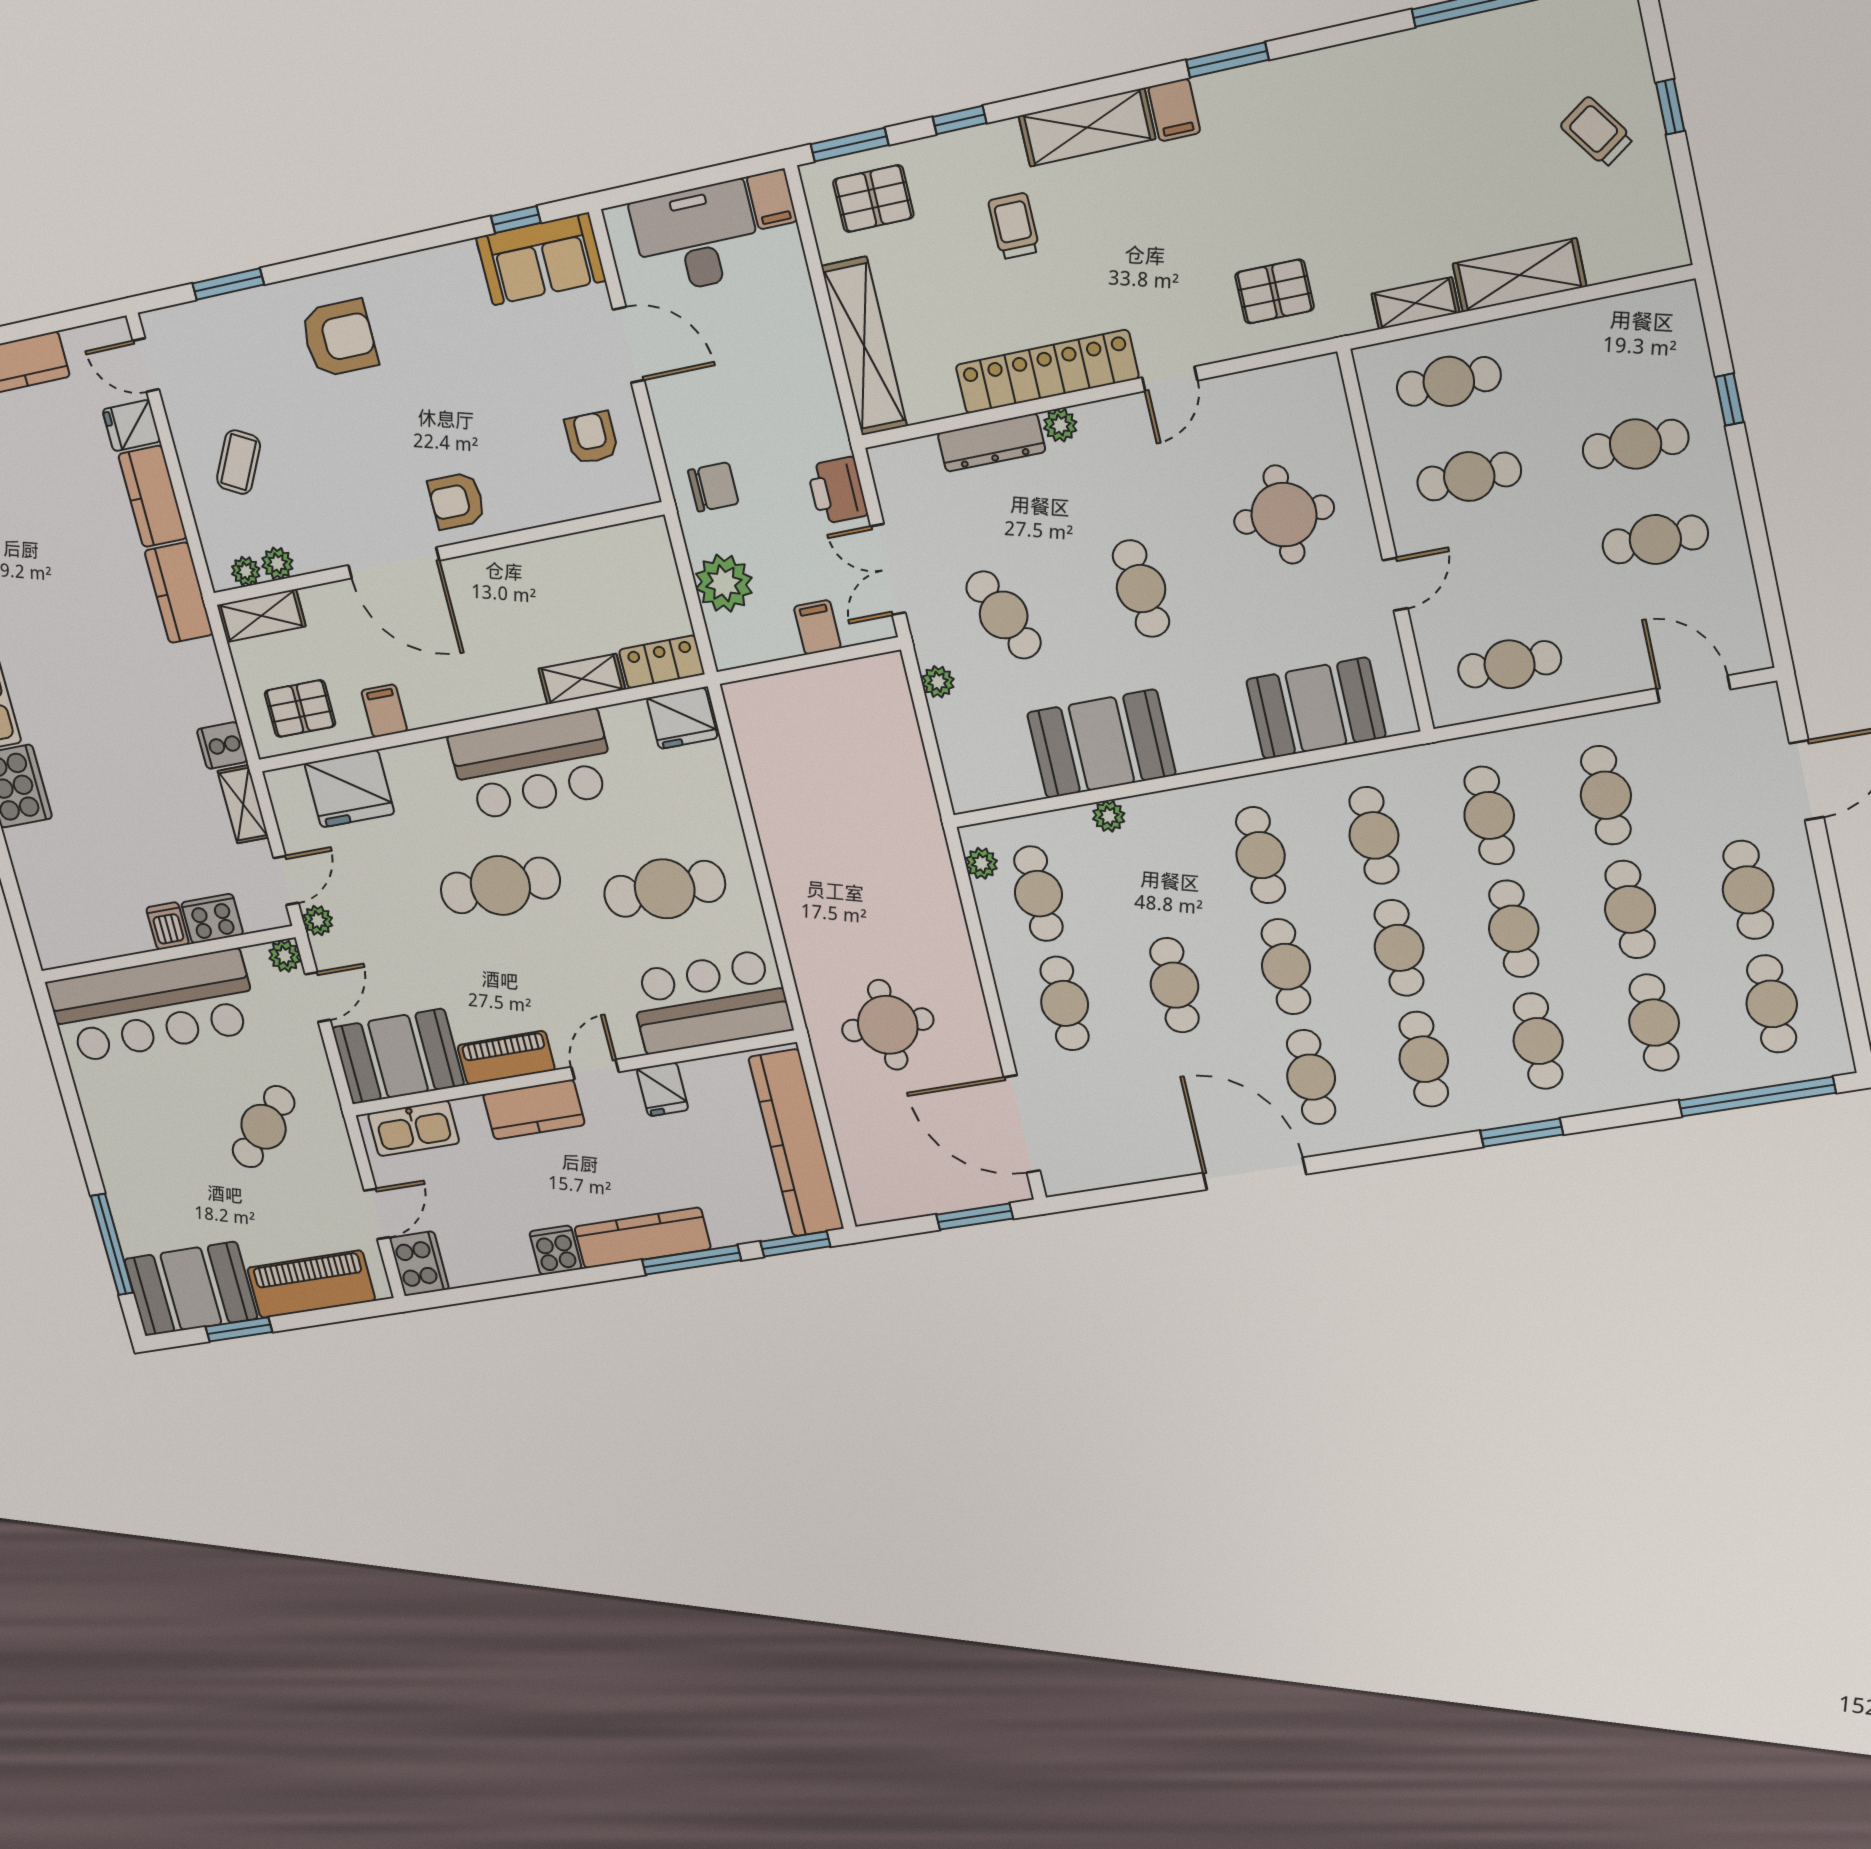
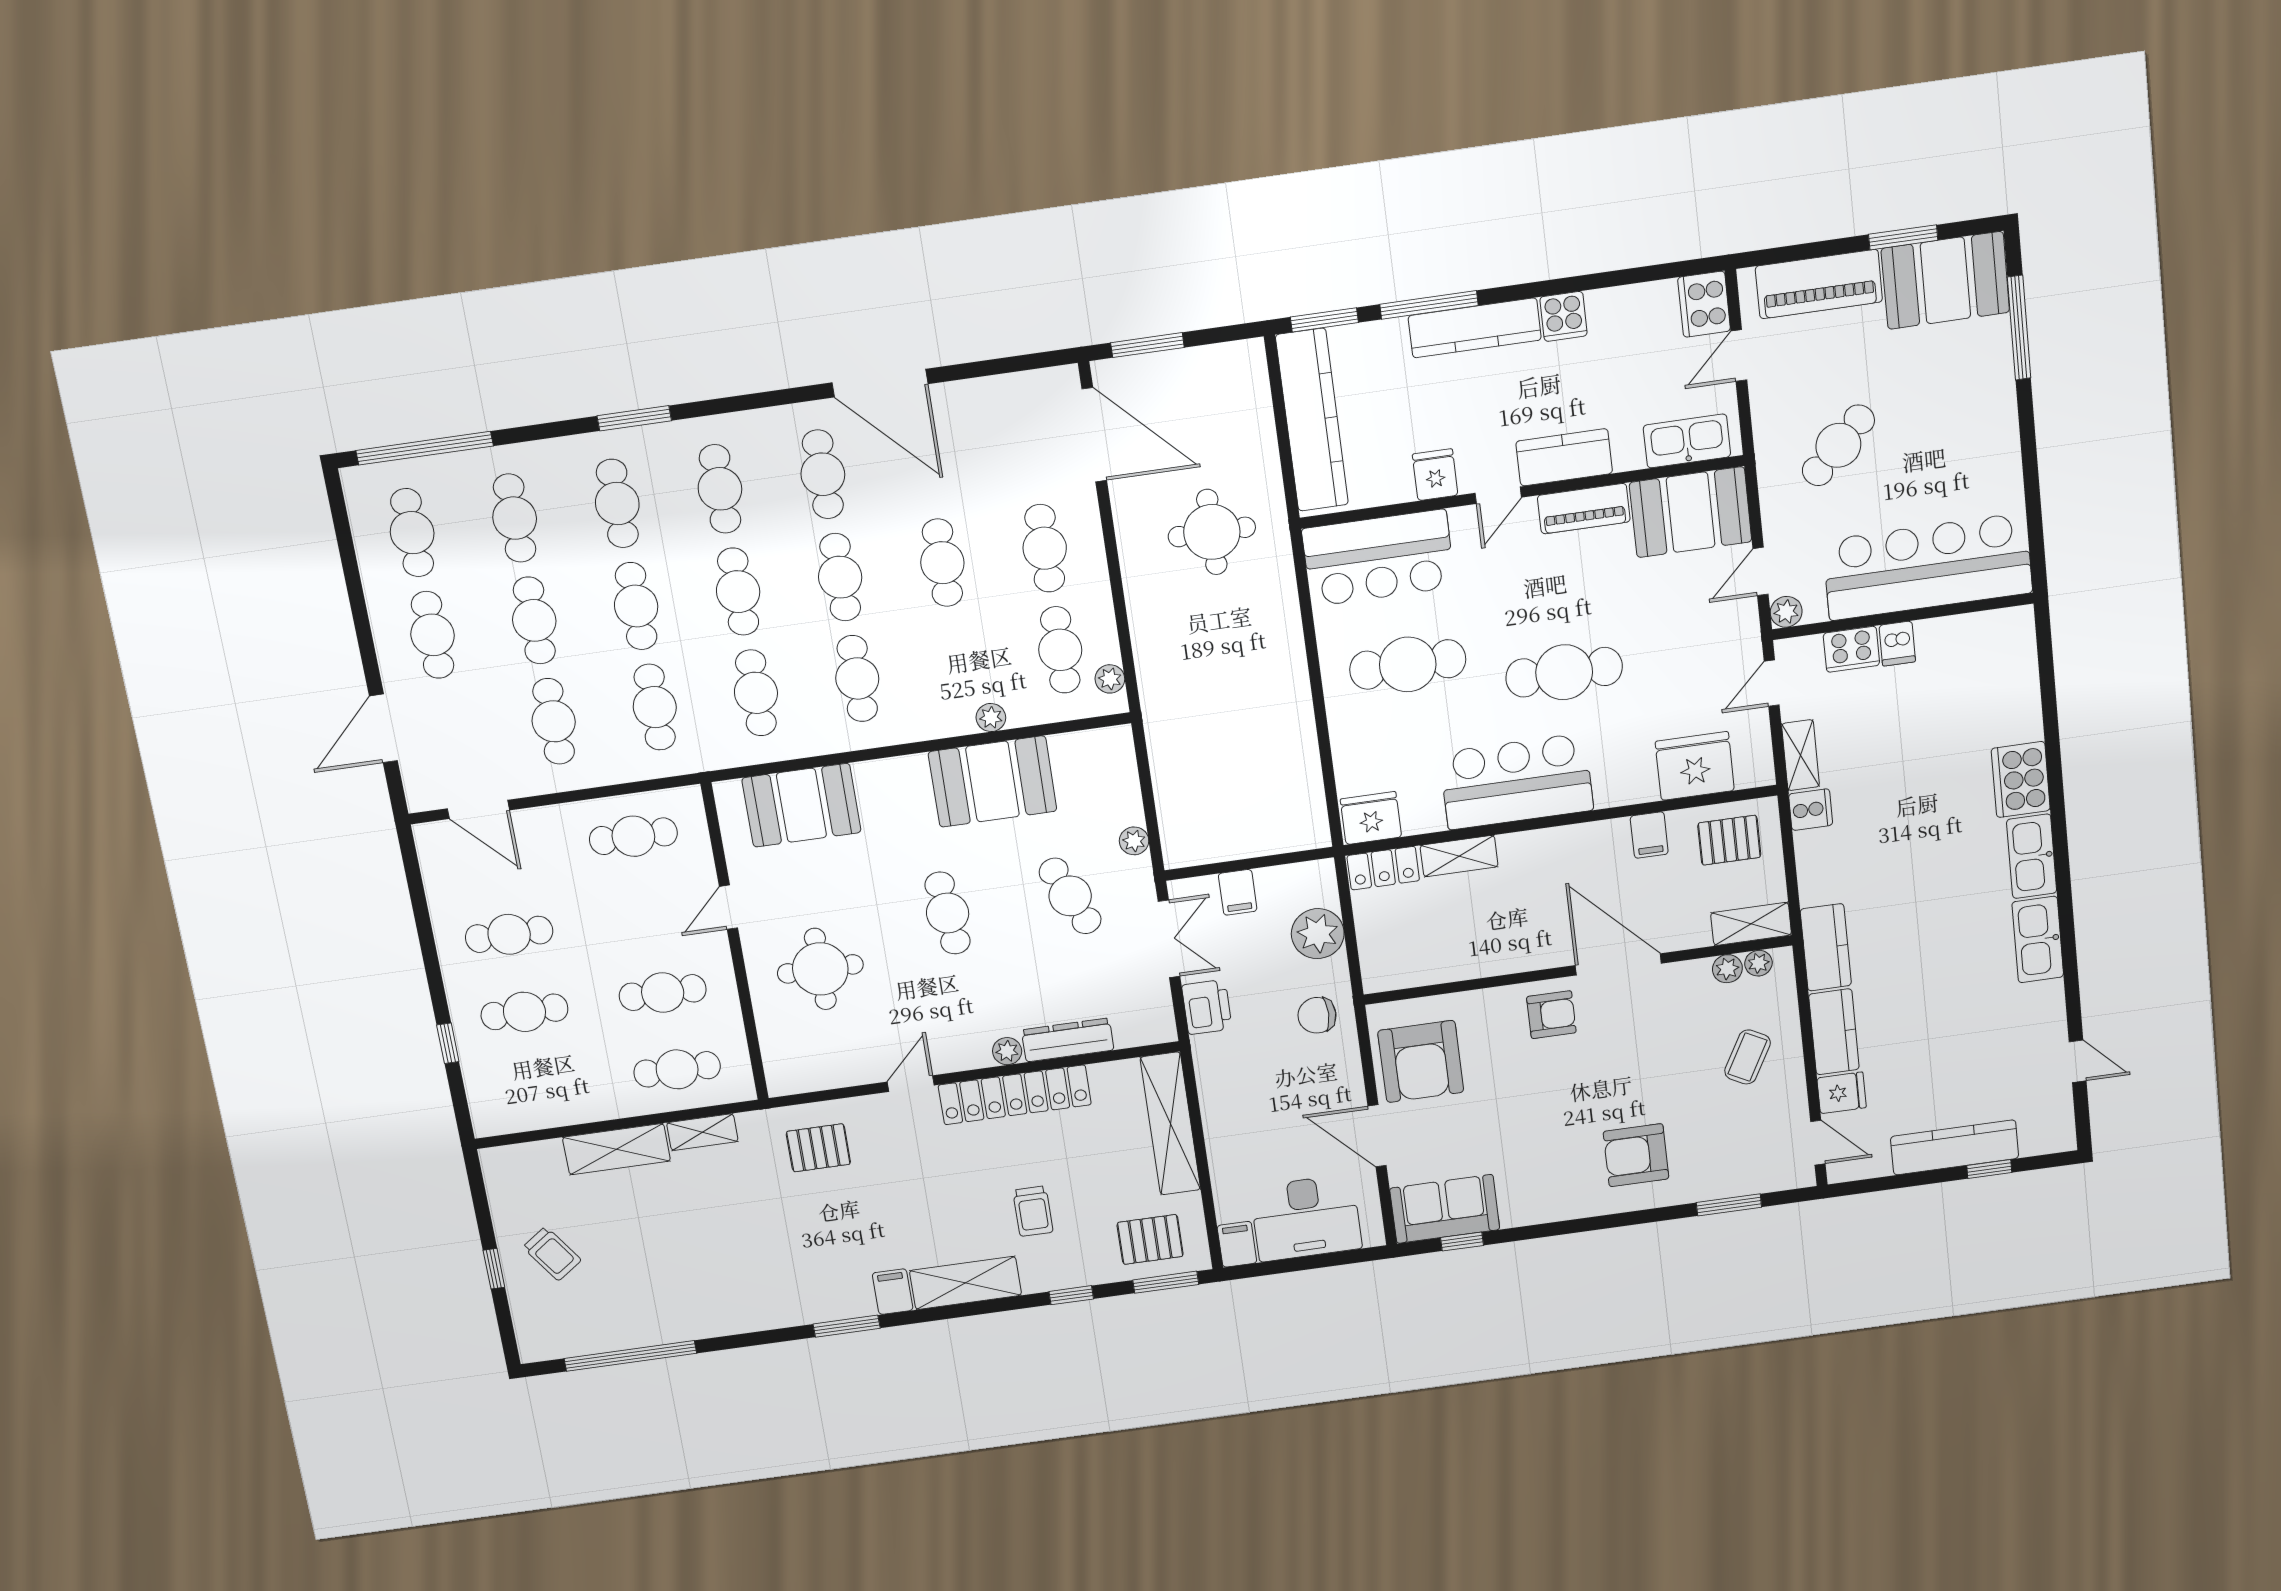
armchair: (592, 438) -> (1421, 1061), width x1.88, depth x1.88
plant: (318, 921) -> (1747, 645), removed

